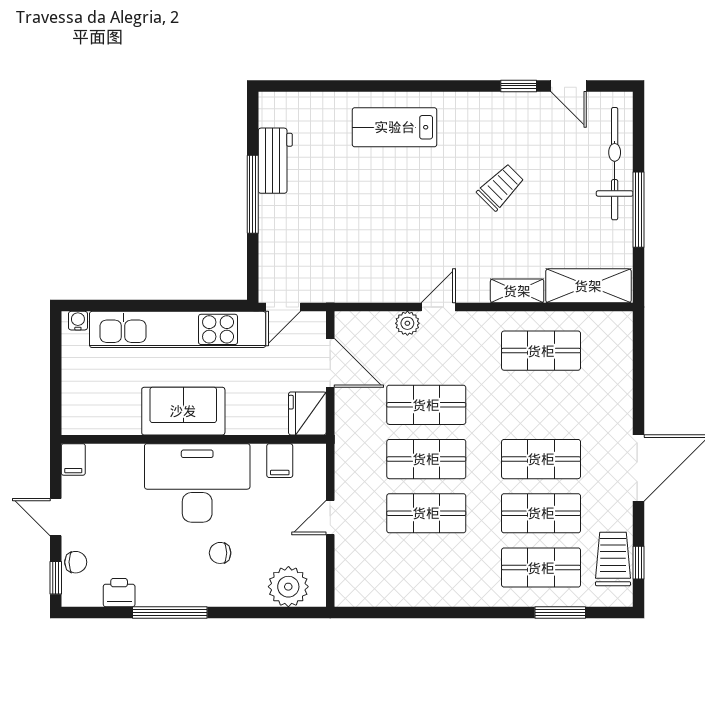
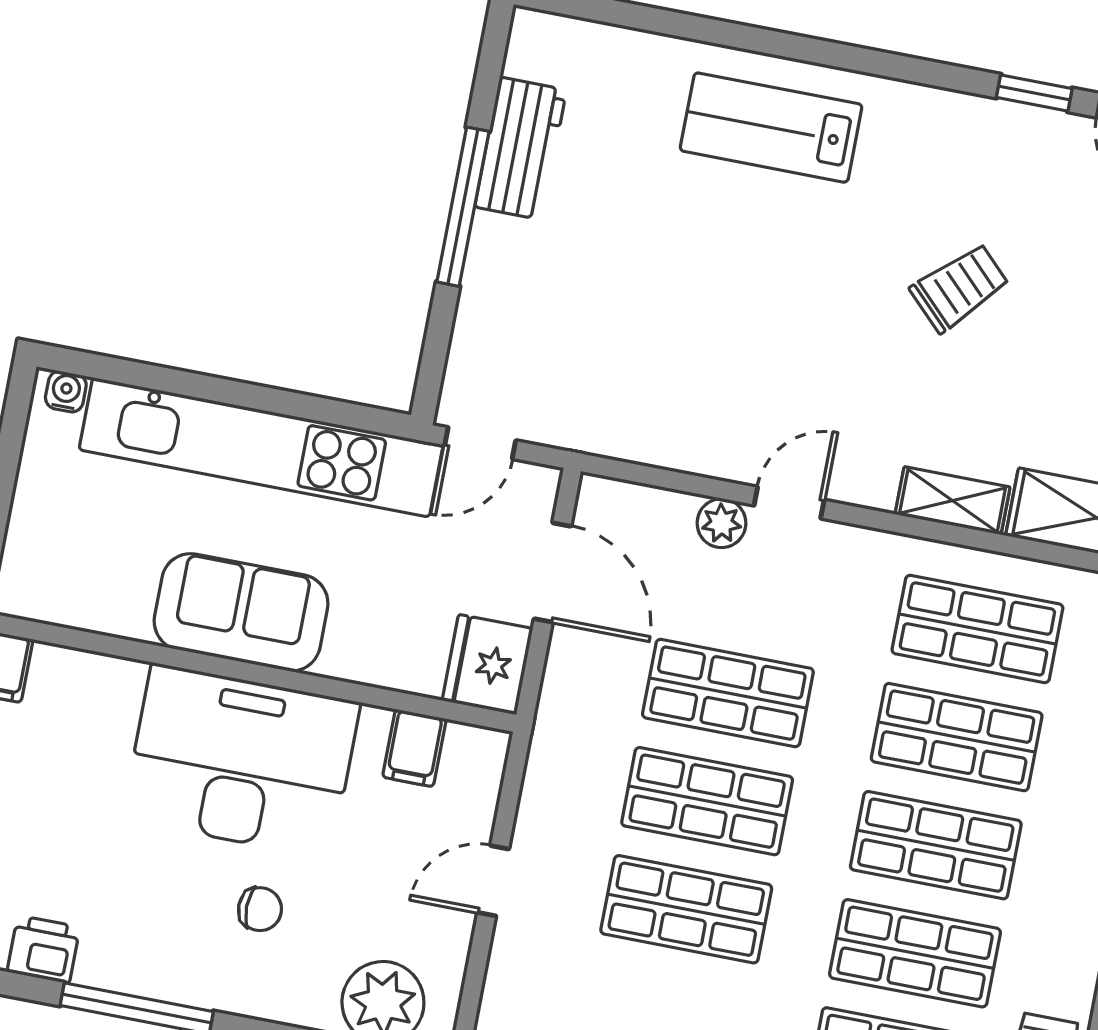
shop shelf: (541, 405) -> (957, 737), added
chair: (220, 553) -> (260, 909), turned 180

